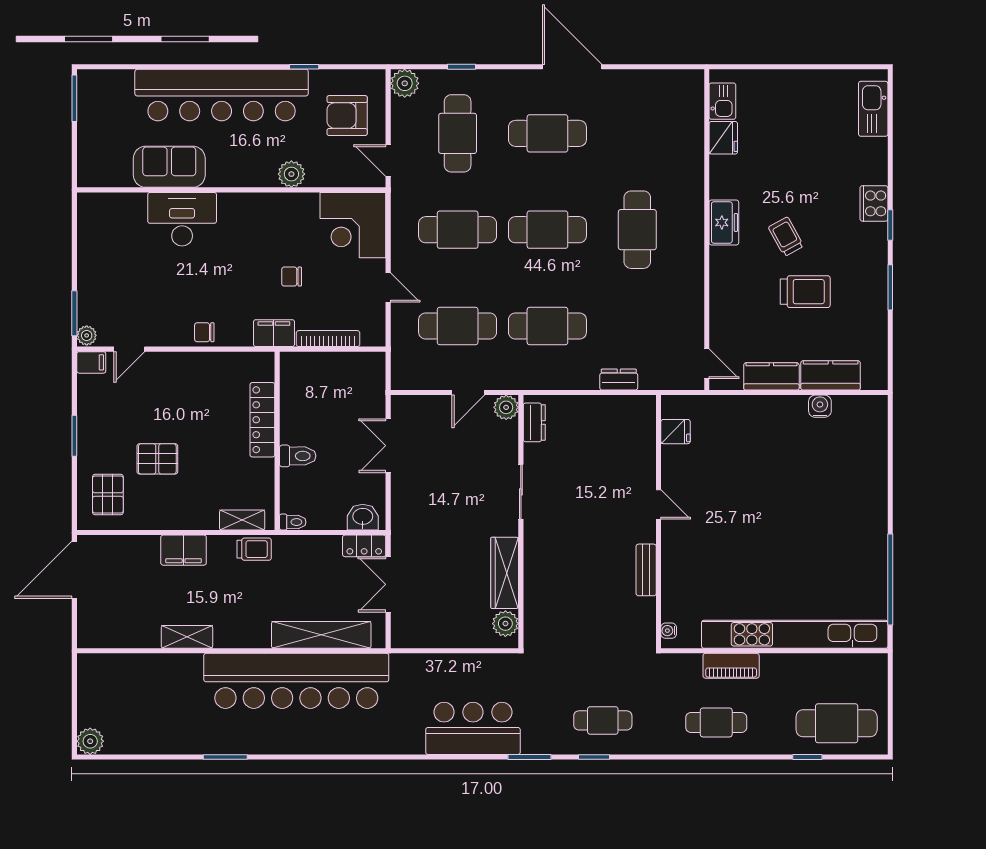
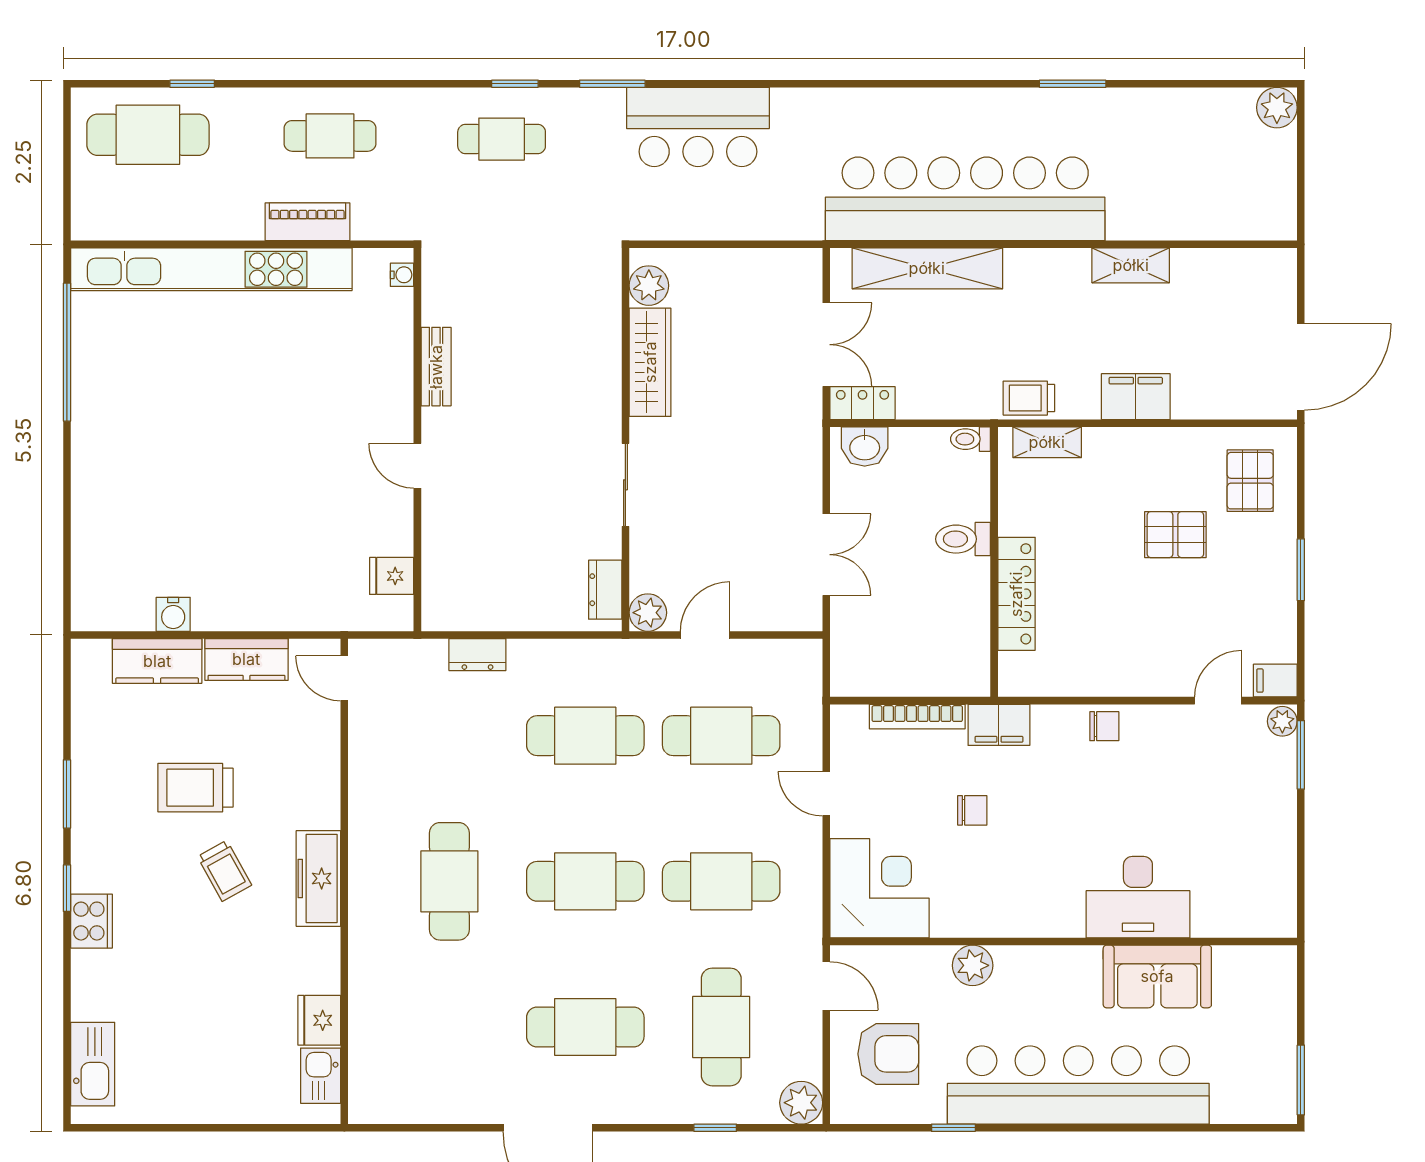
freezer: (724, 222) -> (318, 878), width x1.40

